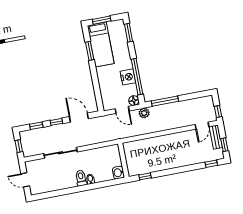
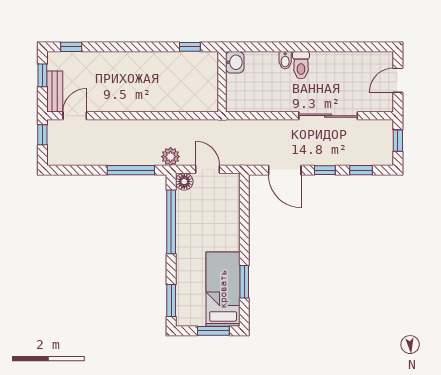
nightstand: (128, 77) -> (187, 224), removed
door: (25, 180) -> (398, 80), swing flipped

